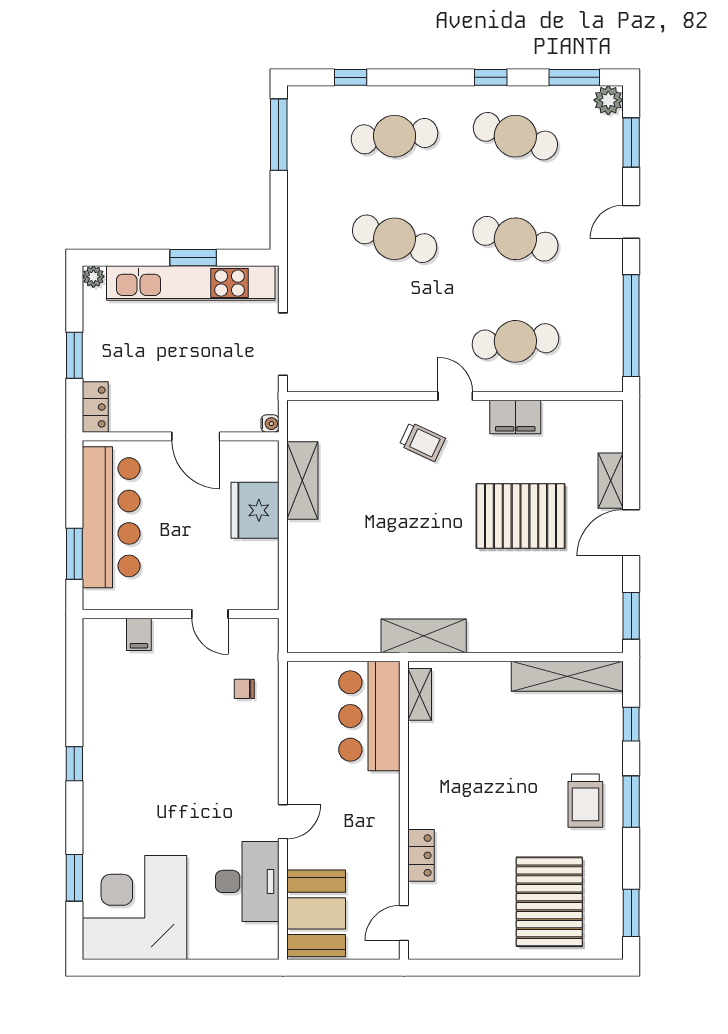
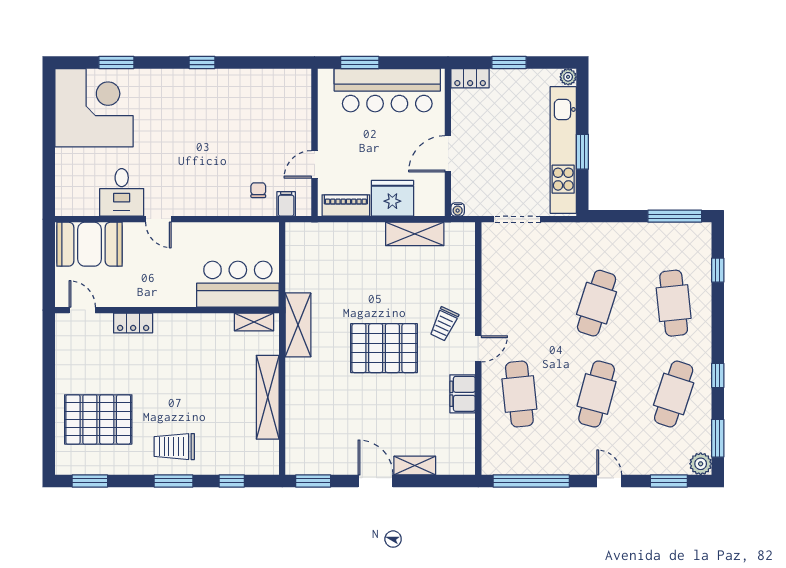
pallet: (520, 516) -> (384, 348), moved, turned 90
piano: (265, 572) -> (346, 205), added
filing cabinet: (139, 634) -> (286, 204), moved, turned 90
shelving: (567, 676) -> (268, 397), moved
desk: (247, 881) -> (122, 192), width x0.73

